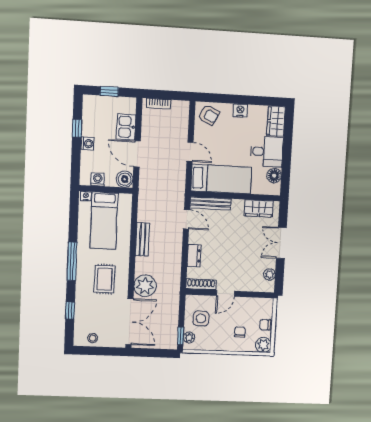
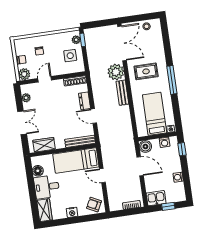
kitchen sink: (126, 127) -> (156, 198), moved, turned -90
window: (77, 128) -> (182, 149), moved
washing machine: (87, 144) -> (178, 177), moved
door: (187, 219) -> (94, 116), moved
bench: (142, 239) -> (122, 93), moved
rug: (105, 279) -> (146, 71), turned 90
door: (225, 293) -> (45, 79), moved
window: (70, 311) -> (167, 44), removed
double door: (129, 322) -> (122, 43), swing flipped
plant: (263, 345) -> (24, 74), moved

